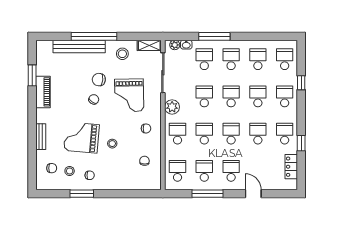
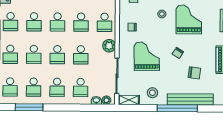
window: (214, 36) -> (29, 107), moved
chair: (99, 80) -> (194, 73), moved
grand piano: (82, 138) -> (189, 19), turned -95

